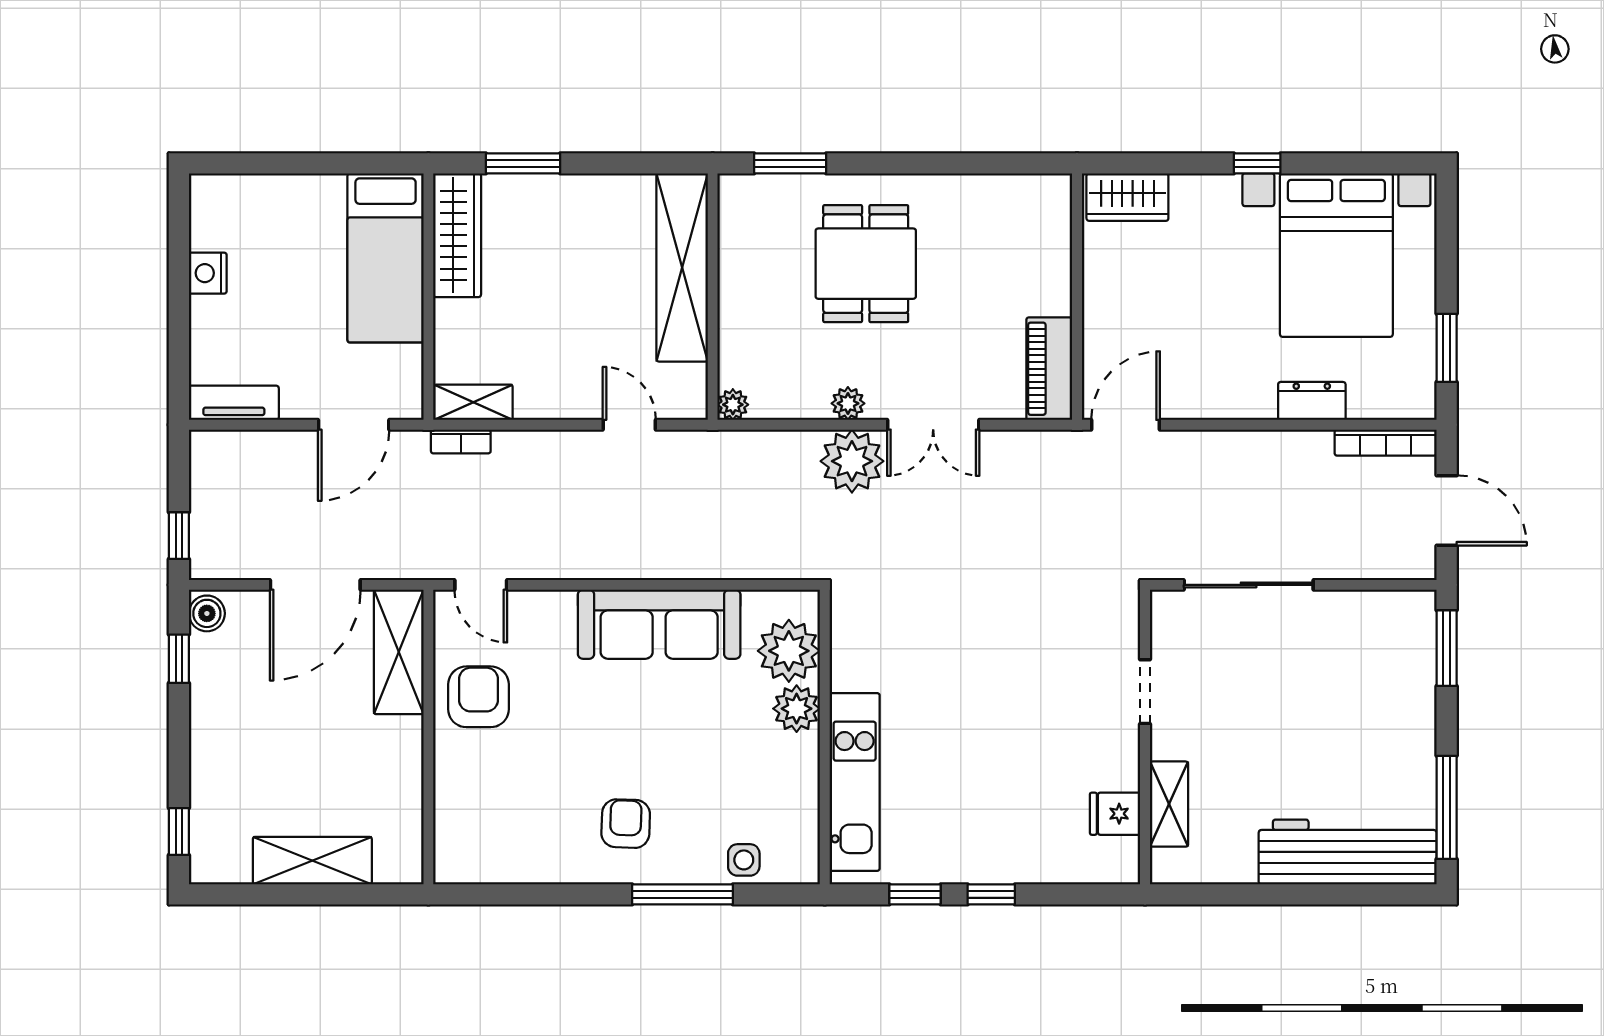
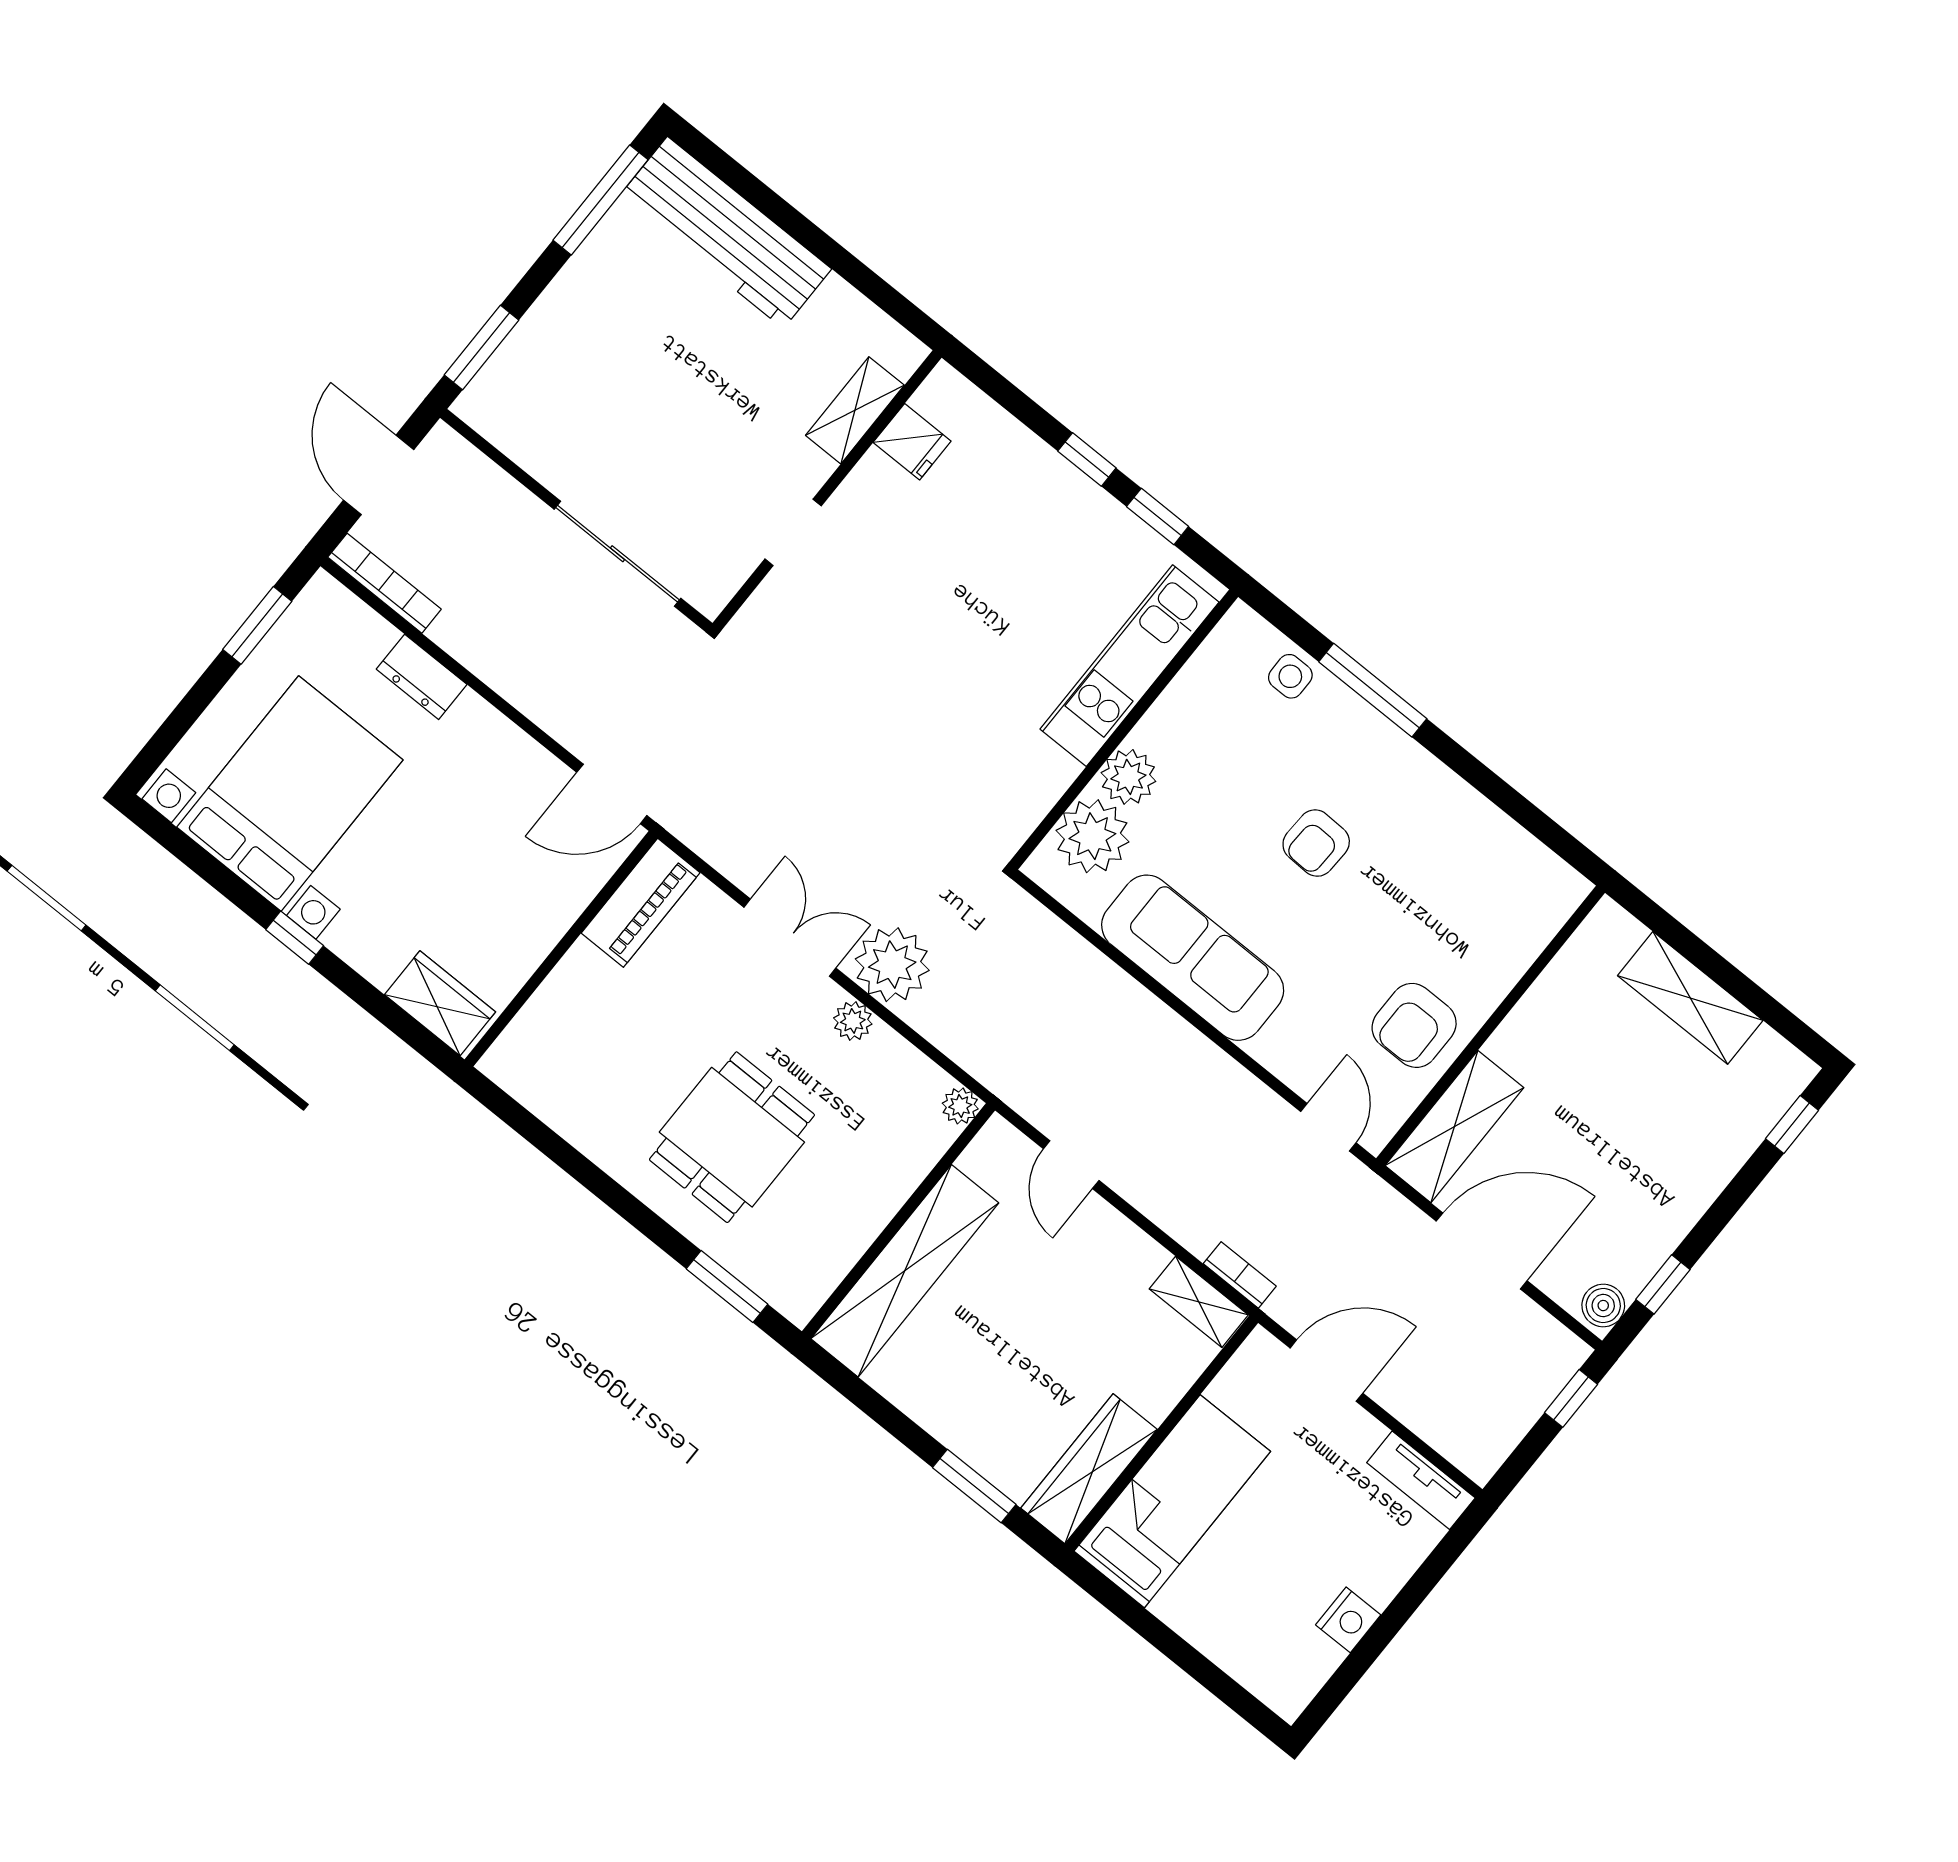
armchair: (626, 824) -> (1316, 843), moved

